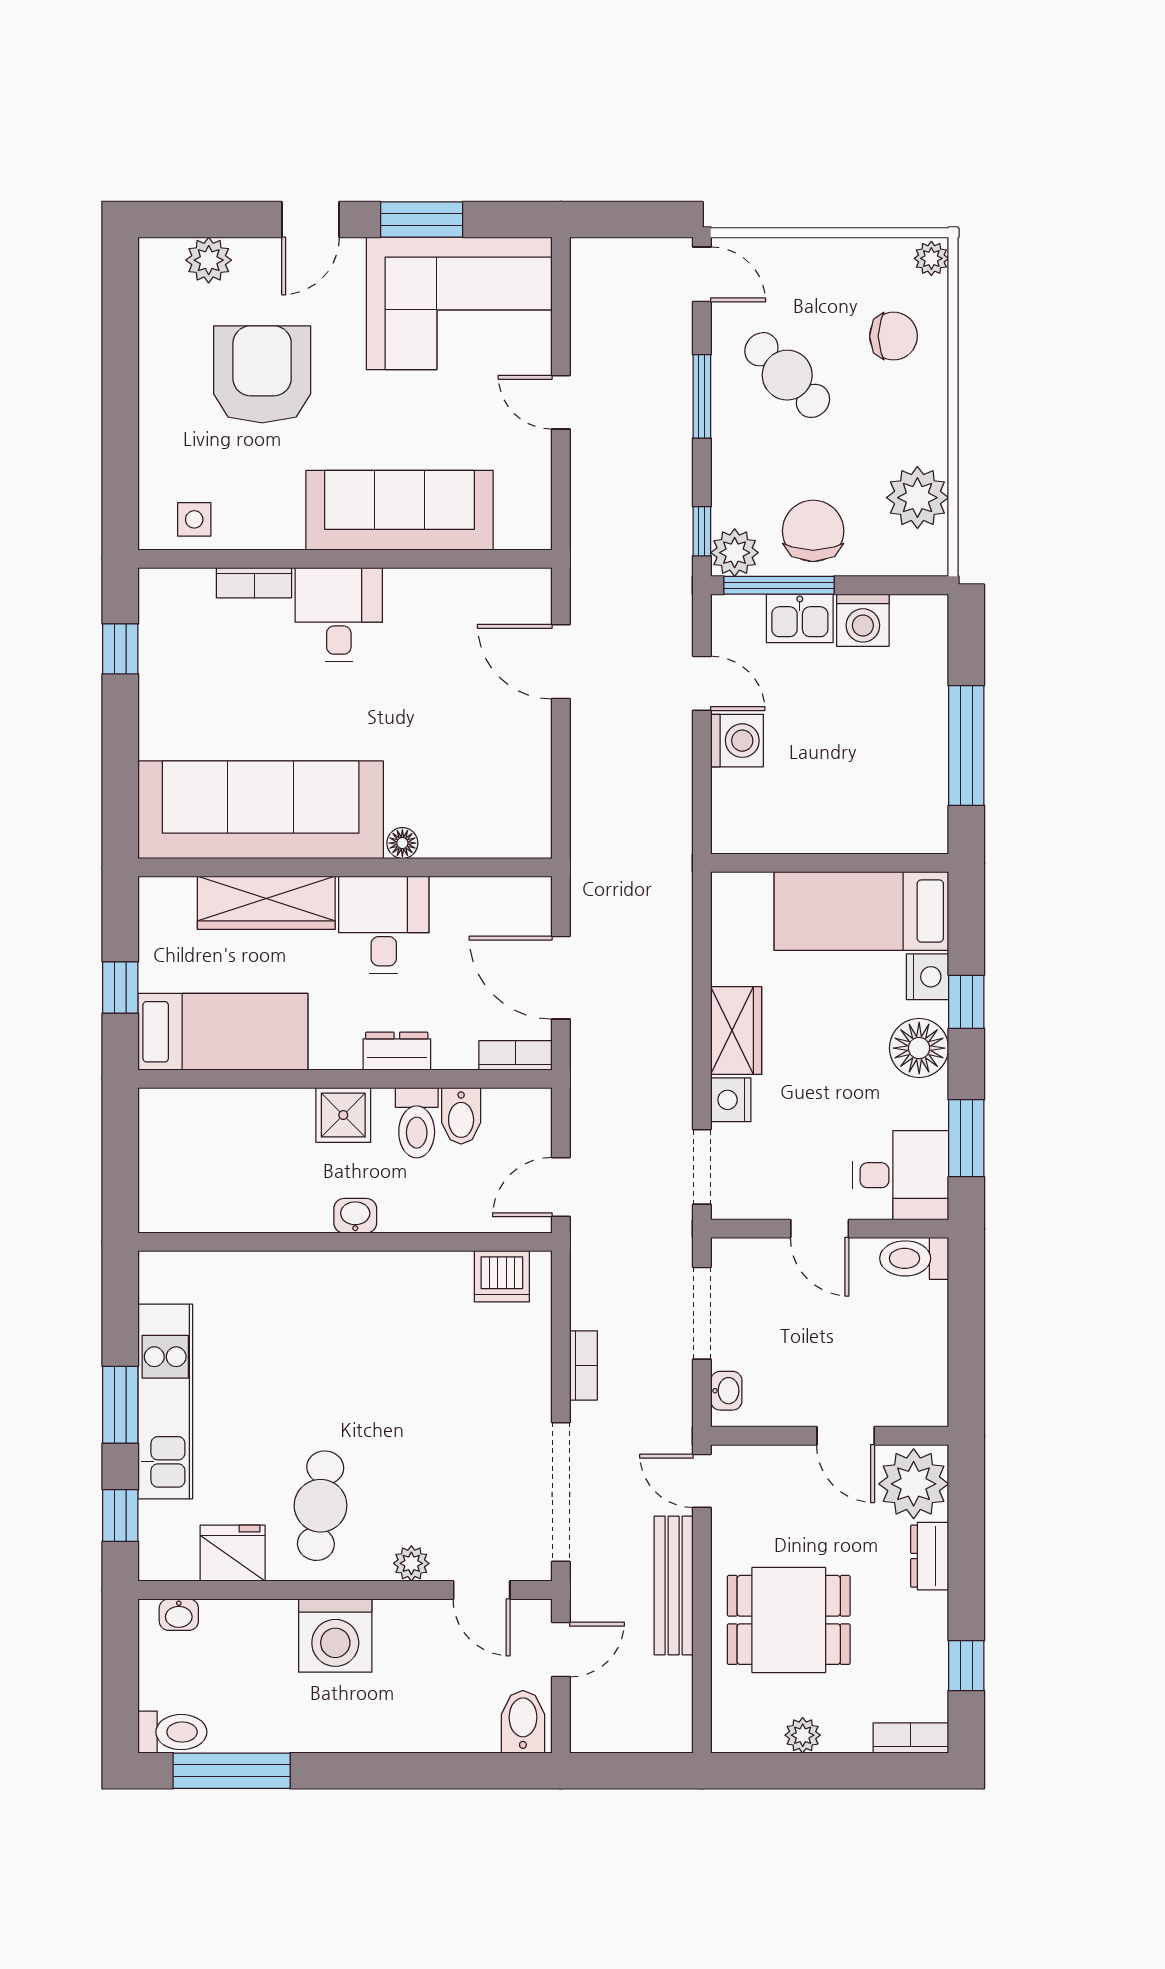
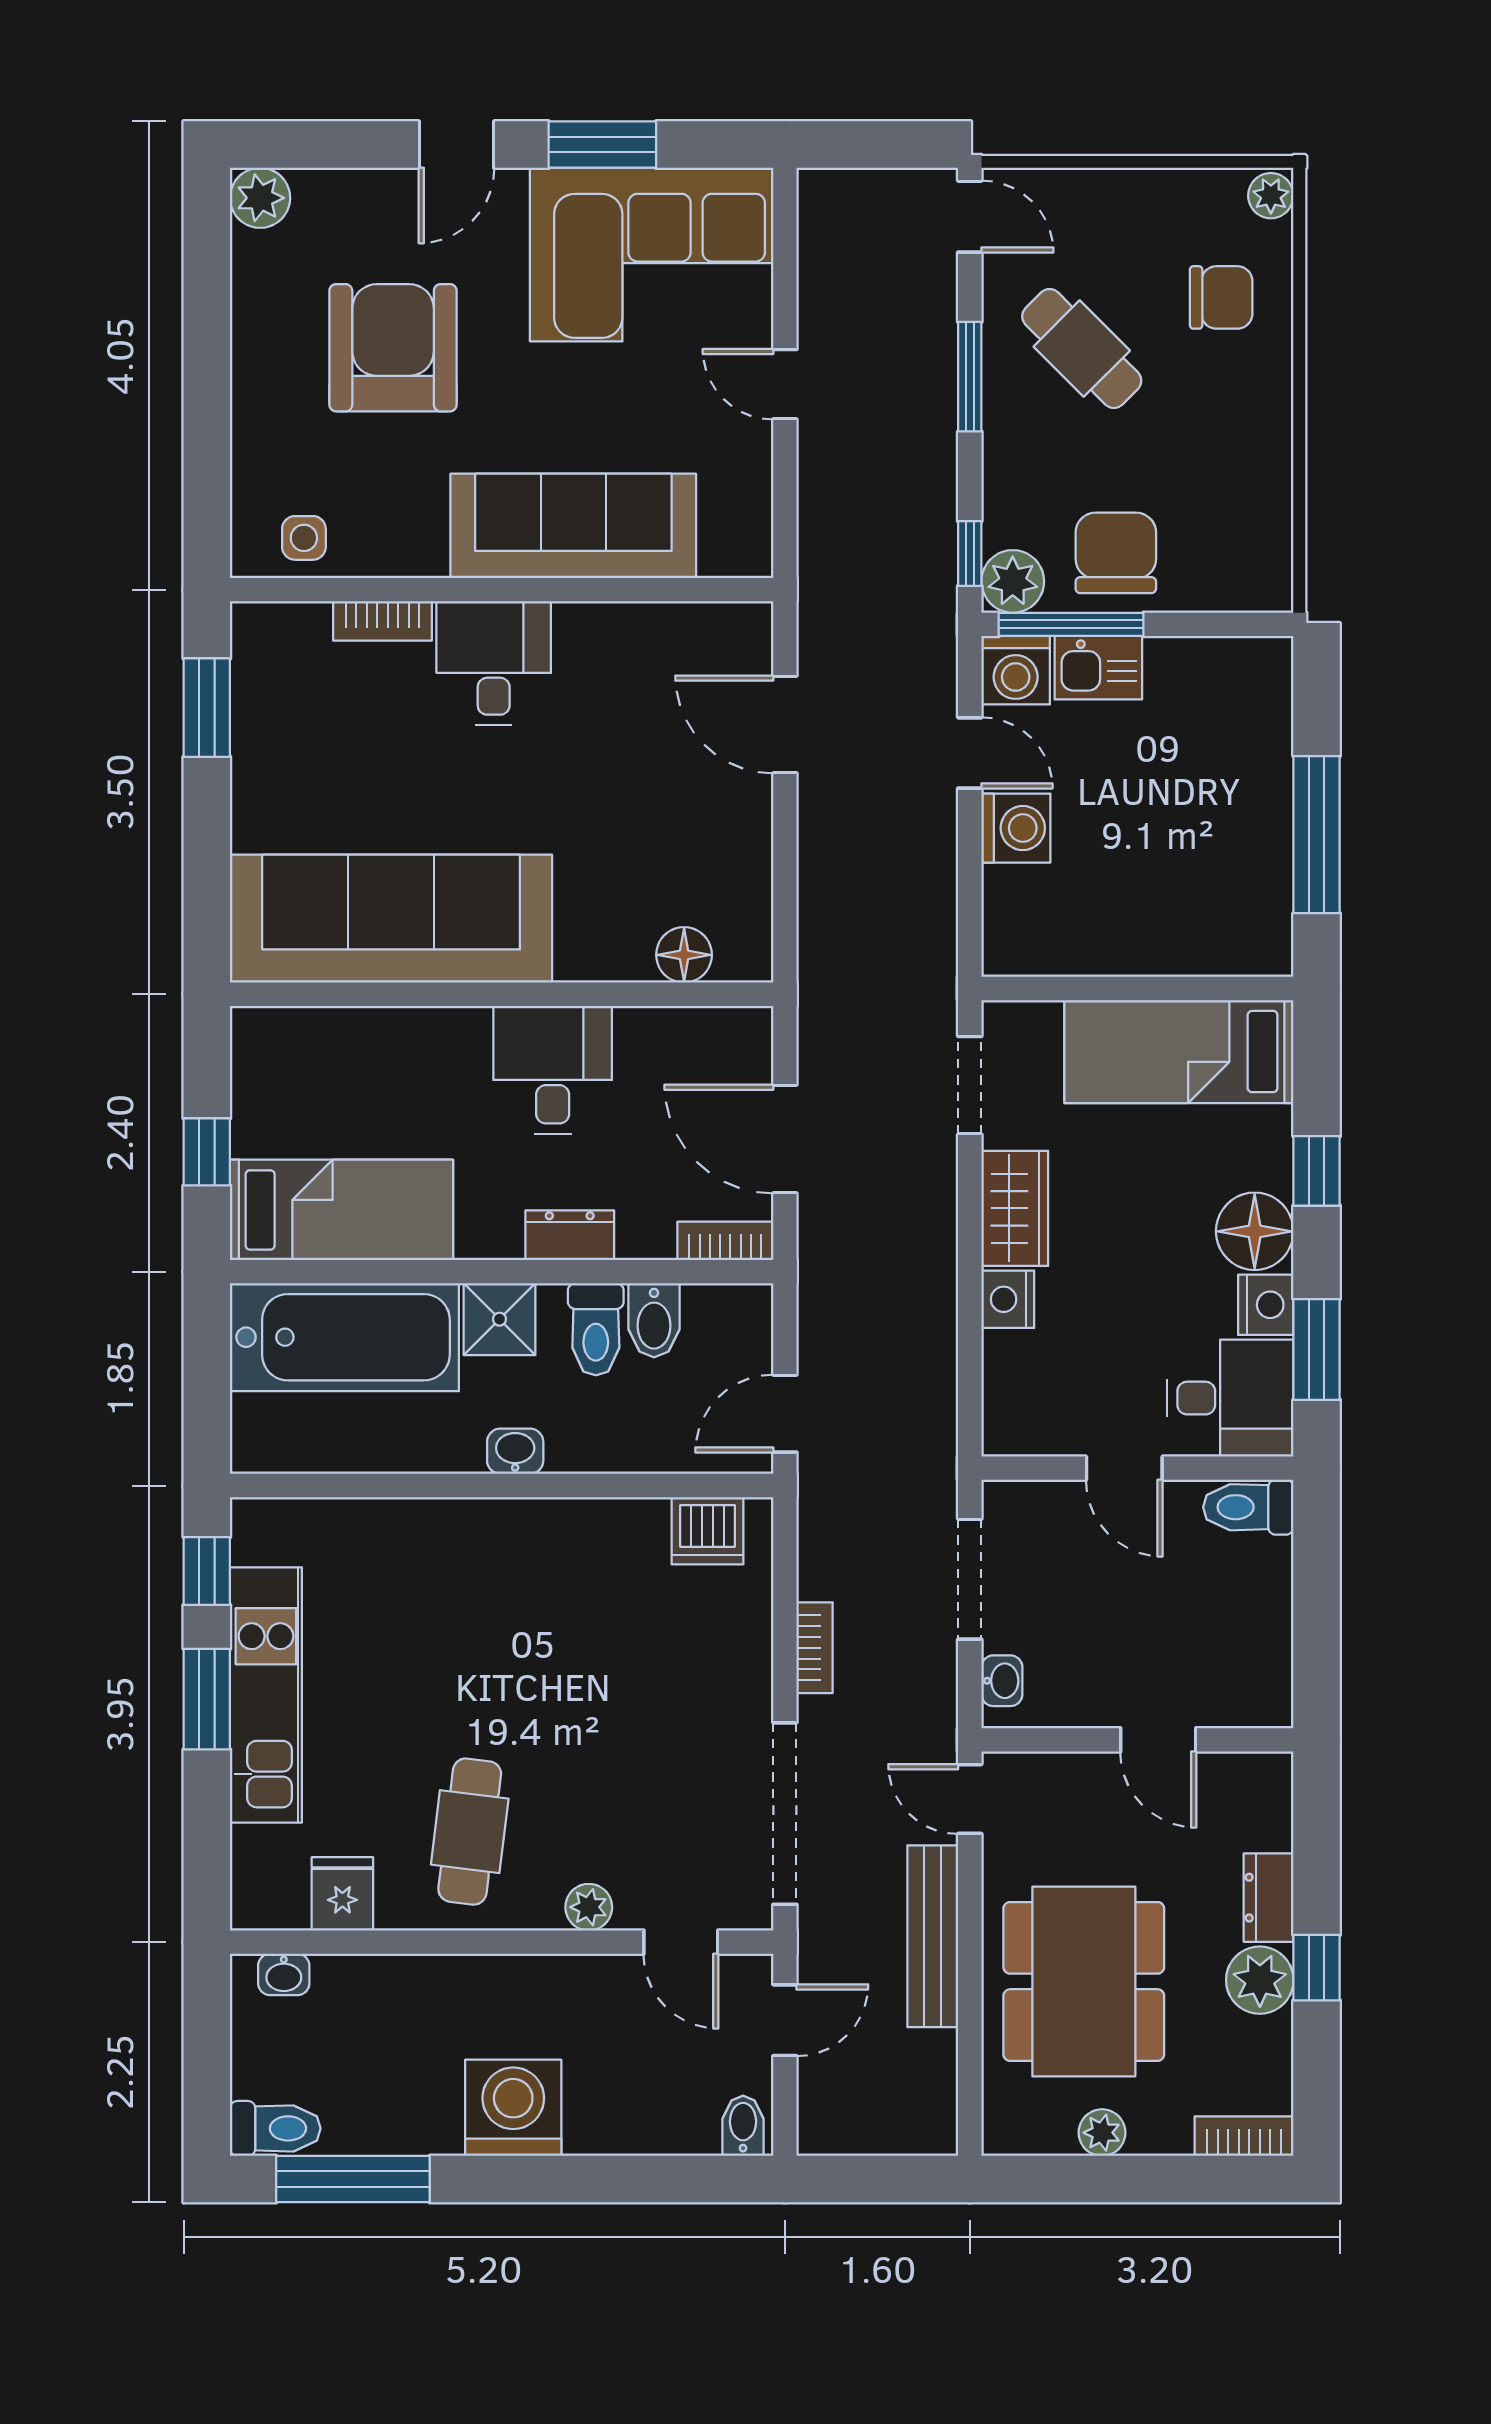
plant: (209, 260) -> (260, 198), moved
plant: (917, 498) -> (1253, 509), removed
washing machine: (863, 620) -> (1016, 670), moved
window: (120, 649) -> (207, 708), width x1.50
floor lamp: (402, 843) -> (684, 955), moved, width x1.37, depth x1.37
wardrobe: (266, 903) -> (398, 1041), removed
nightstand: (927, 977) -> (1266, 1305), moved
bathtub: (225, 1129) -> (344, 1337), added
doorway: (702, 1167) -> (970, 1085), moved
plant: (914, 1484) -> (1260, 1980), moved, width x0.73, depth x0.73
window: (120, 1516) -> (207, 1571), moved
fridge: (233, 1553) -> (342, 1894), width x0.72
dining table: (789, 1620) -> (1084, 1981), width x1.37
washing machine: (335, 1636) -> (513, 2108), moved, turned 180
window: (966, 1666) -> (1317, 1968), moved
bidet: (523, 1722) -> (743, 2126), width x0.72, depth x0.74

